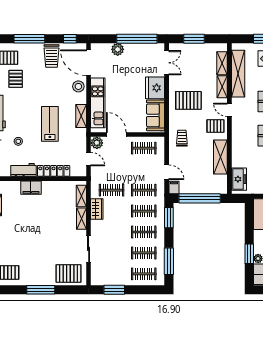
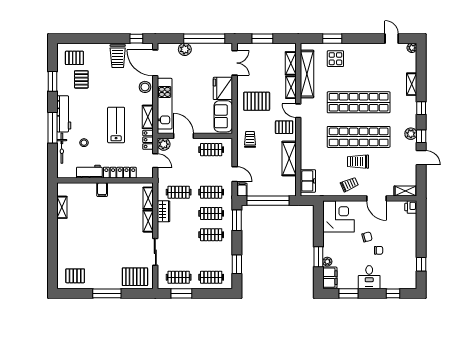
window: (29, 39) -> (95, 39), removed
locker: (81, 138) -> (148, 140), added
filing cabinet: (31, 188) -> (102, 190), width x0.50
clothes rail: (144, 253) -> (179, 277), moved
window: (169, 261) -> (237, 264), width x0.69

